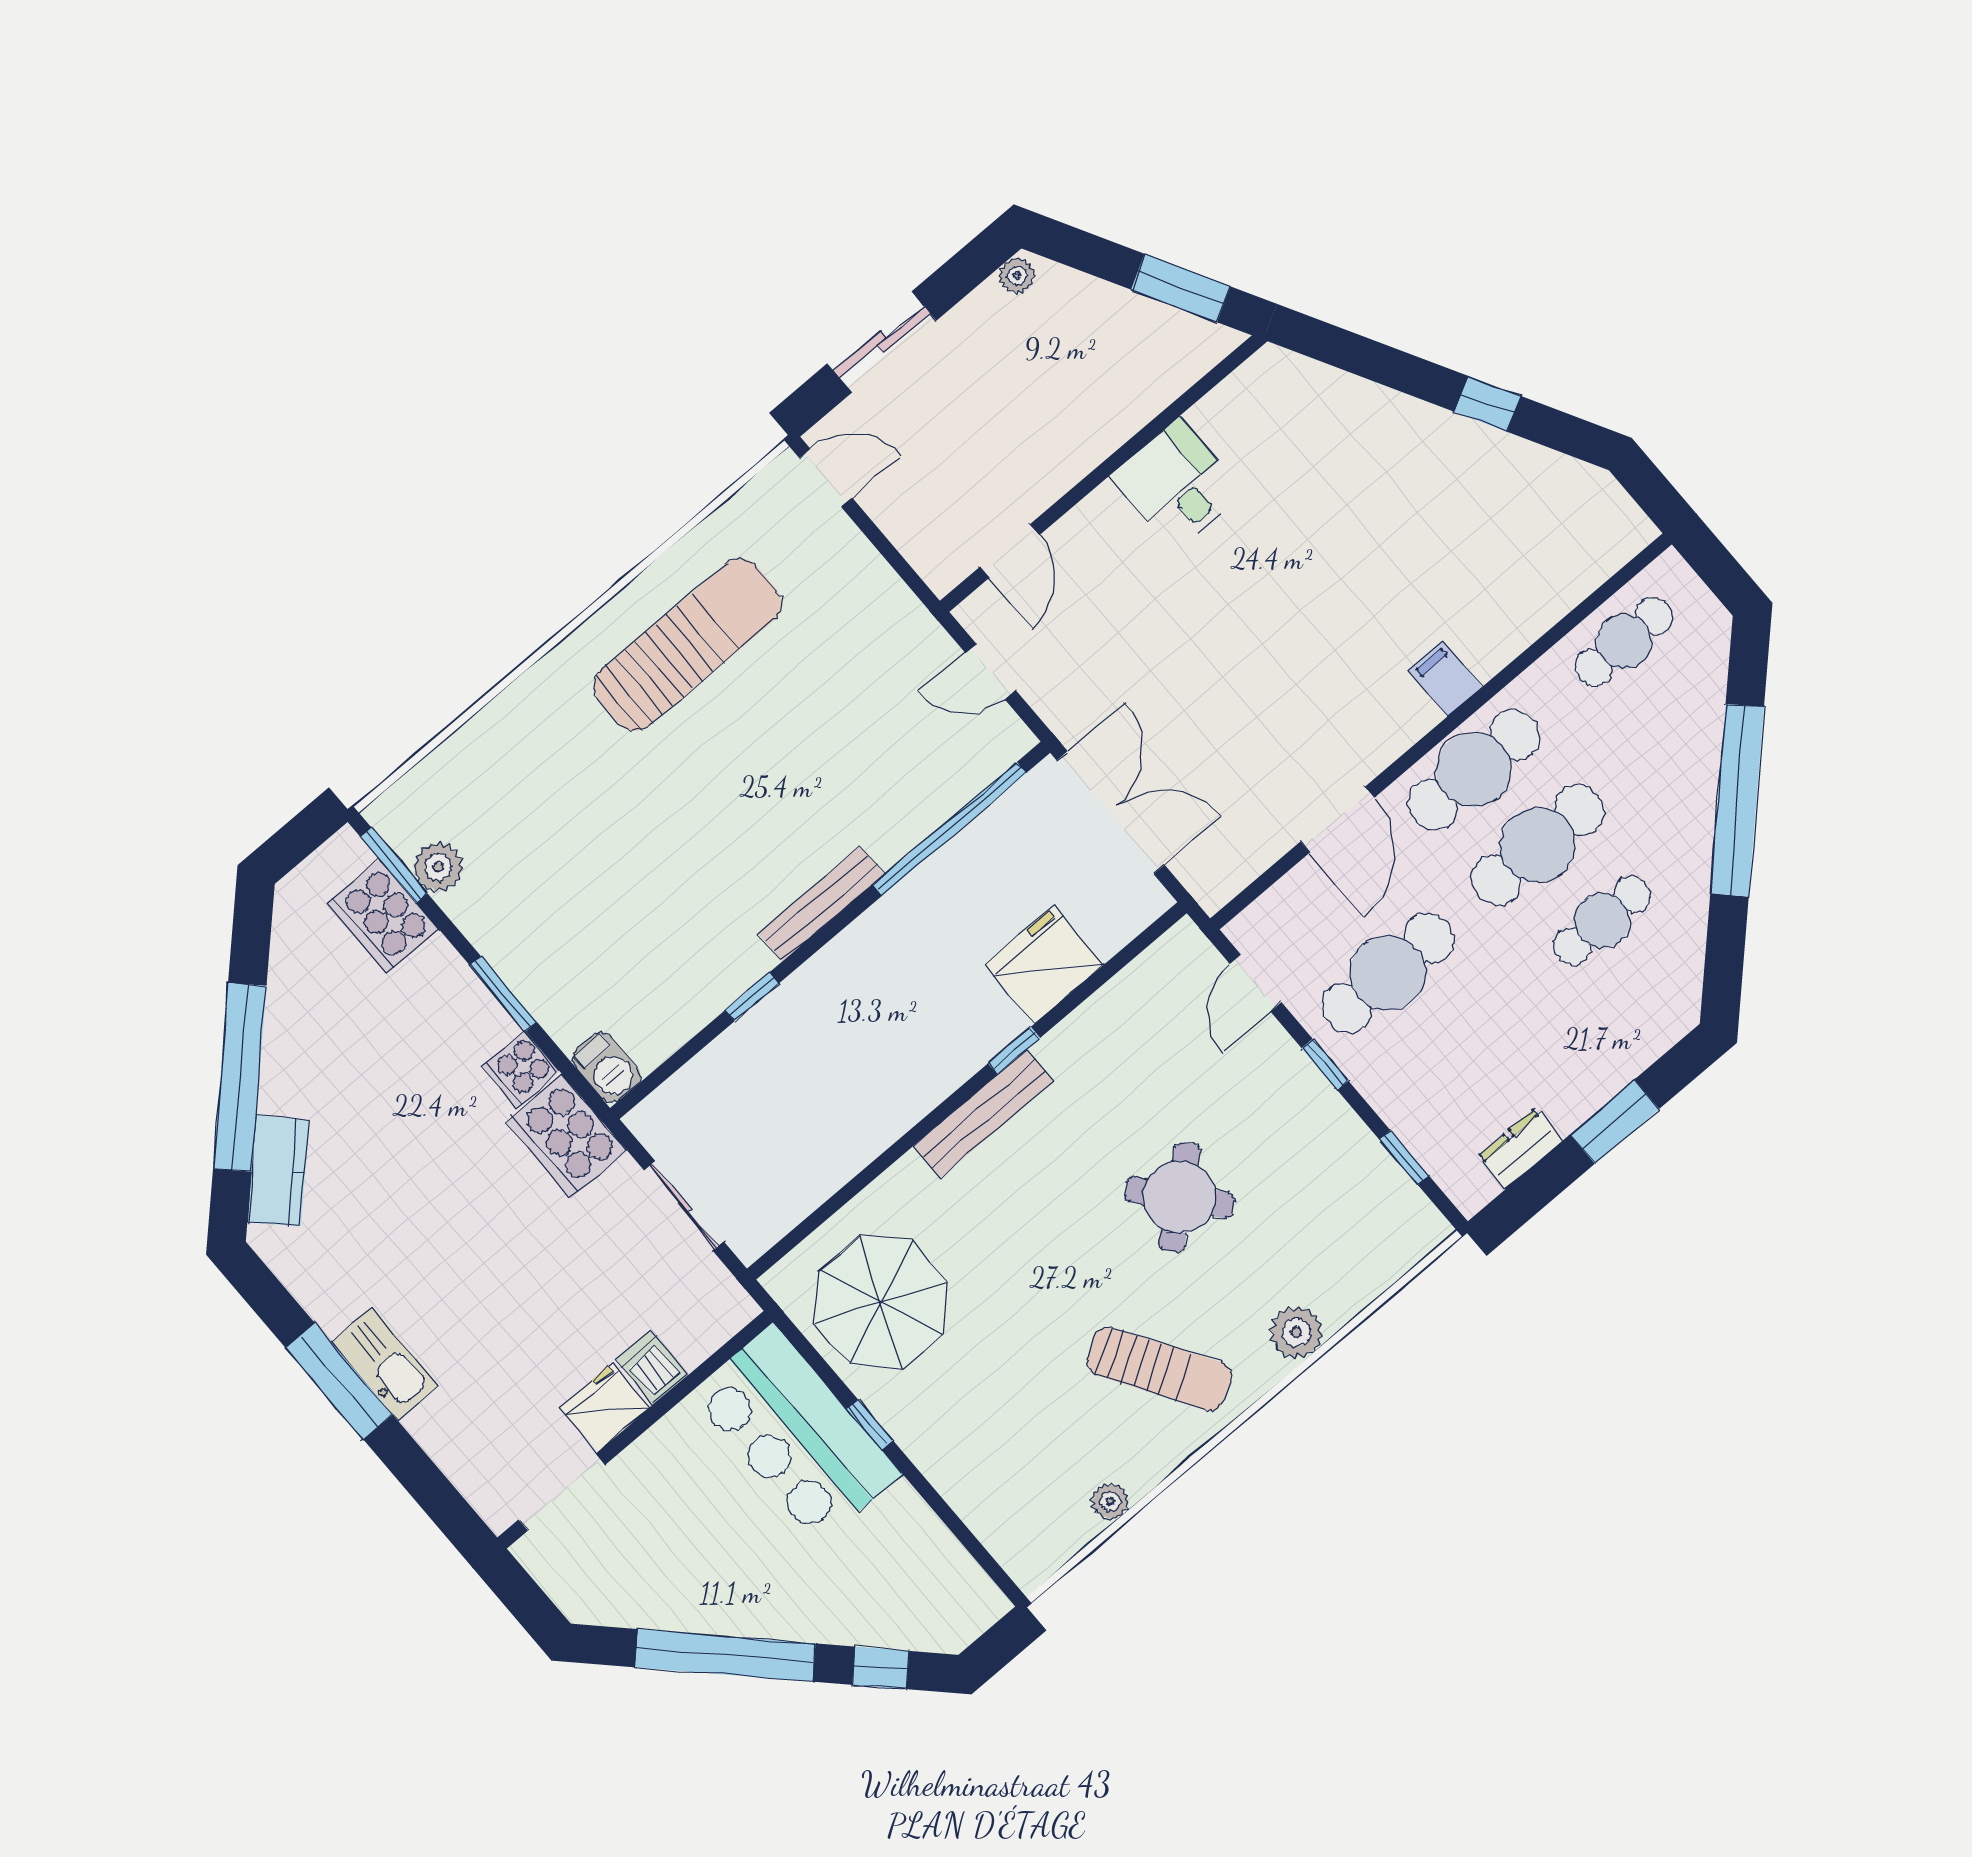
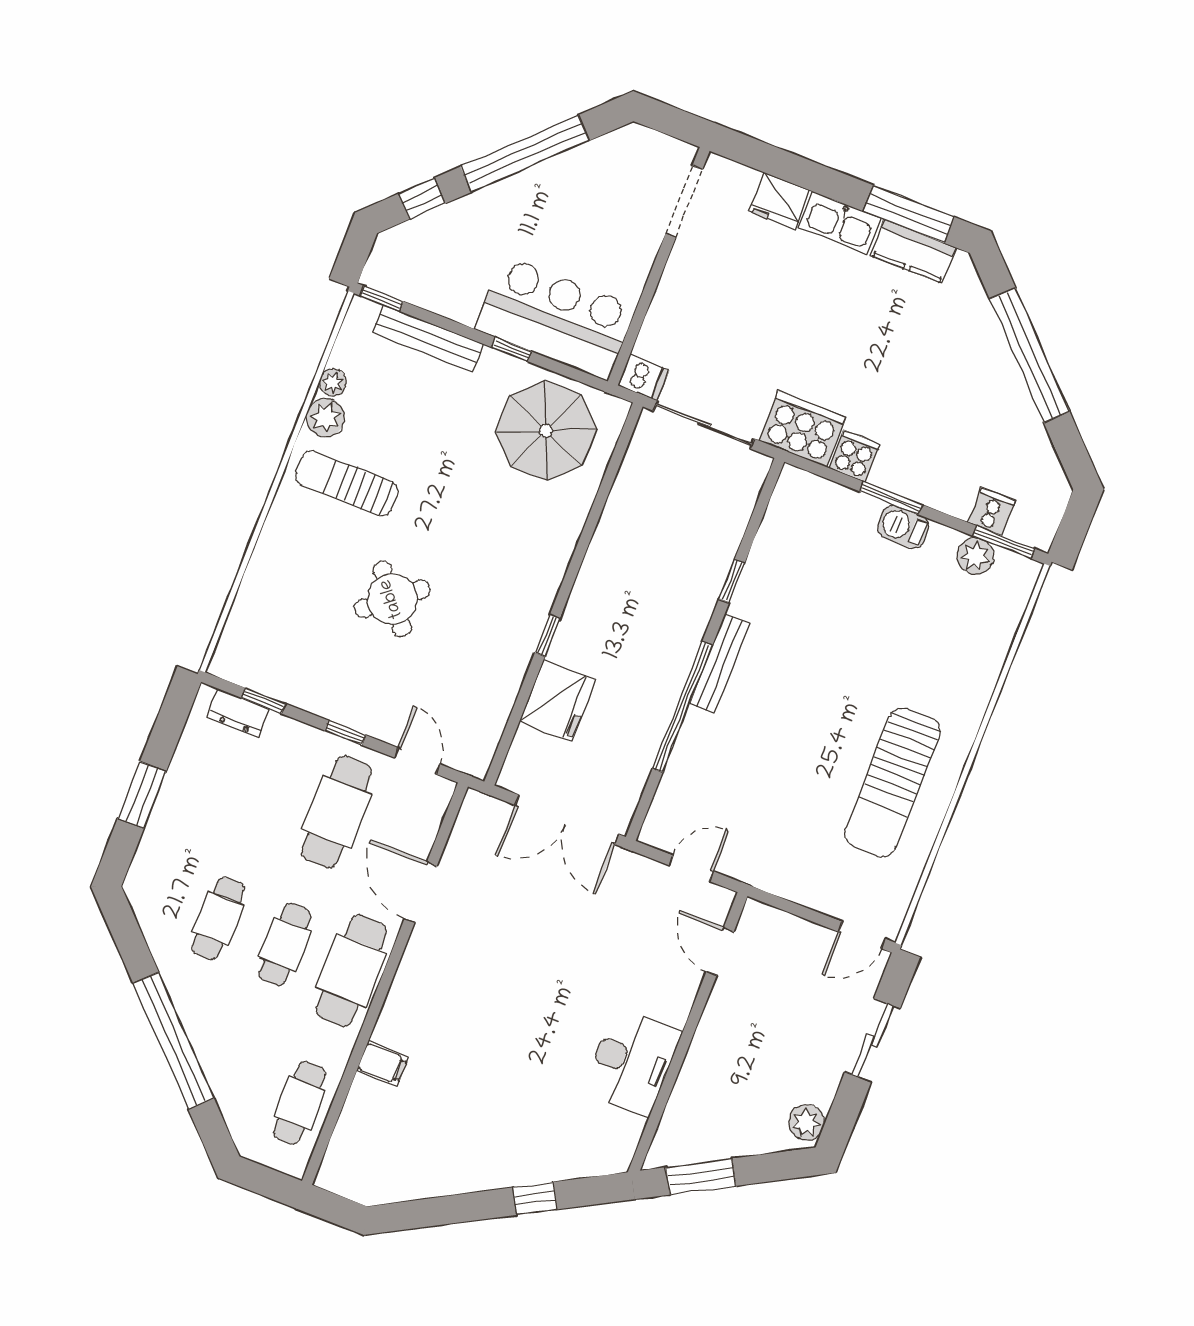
plant: (1017, 276) -> (806, 1122), width x1.38, depth x1.38
window: (1488, 404) -> (535, 1198), moved
desk: (1177, 485) -> (632, 1062), width x1.37
filing cabinet: (1445, 679) -> (383, 1064), moved
window: (949, 829) -> (682, 707), moved
cafe table: (1538, 845) -> (285, 944), width x0.73, depth x0.74
cooker: (383, 916) -> (991, 512), width x0.53, depth x0.76
barbecue: (607, 1067) -> (903, 527), moved
bench: (984, 1114) -> (428, 338), moved, turned 90
dresser: (1520, 1149) -> (238, 713), moved, turned 90
kitchen counter: (278, 1171) -> (913, 251), moved, turned -45
sliding door: (684, 1206) -> (704, 425), width x1.37
plant: (1296, 1332) -> (325, 417), moved
dishwasher: (652, 1367) -> (643, 378), moved
sun lounger: (1159, 1369) -> (347, 483), turned 32
window: (339, 1381) -> (909, 214), moved
fridge: (605, 1407) -> (779, 201), moved, turned 90
window: (995, 1572) -> (382, 298), added

